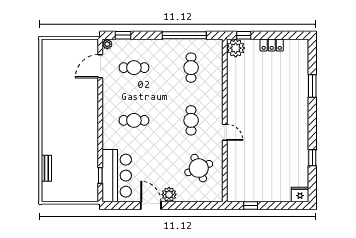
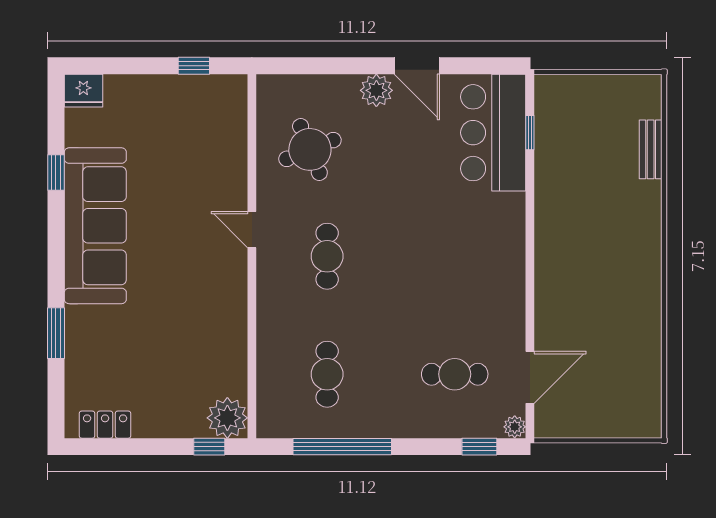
locker: (272, 45) -> (105, 425), moved
cafe table: (134, 120) -> (455, 256), removed
sofa: (295, 134) -> (95, 226), added

